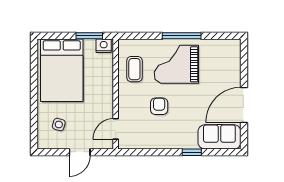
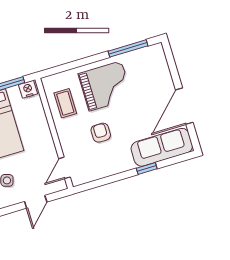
window: (182, 36) -> (128, 48), moved
grand piano: (176, 64) -> (105, 86), turned 180
sofa: (219, 137) -> (162, 147), width x1.36

